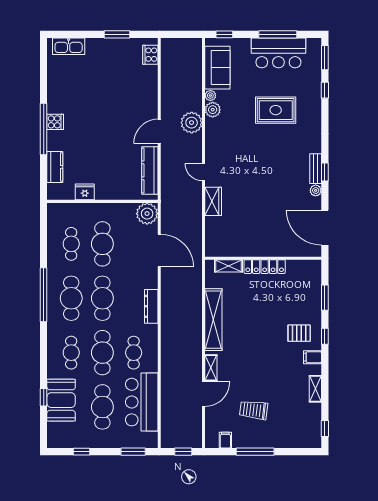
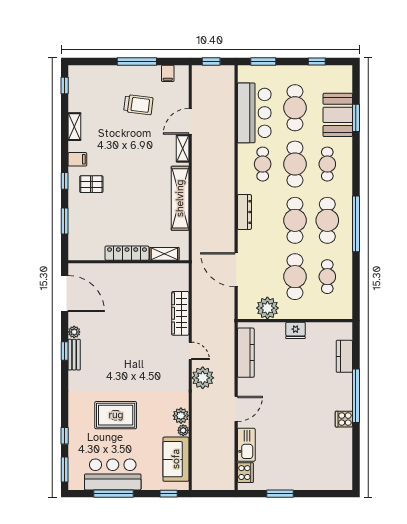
kitchen sink: (69, 46) -> (246, 445), moved, turned 90
cooker: (55, 122) -> (344, 419), moved
plant: (192, 123) -> (203, 378), moved
door: (159, 131) -> (236, 409), moved
fridge: (85, 192) -> (296, 330), moved
wardrobe: (213, 201) -> (180, 313), width x1.50
plant: (147, 214) -> (267, 308), moved
window: (44, 397) -> (356, 118), width x1.50

